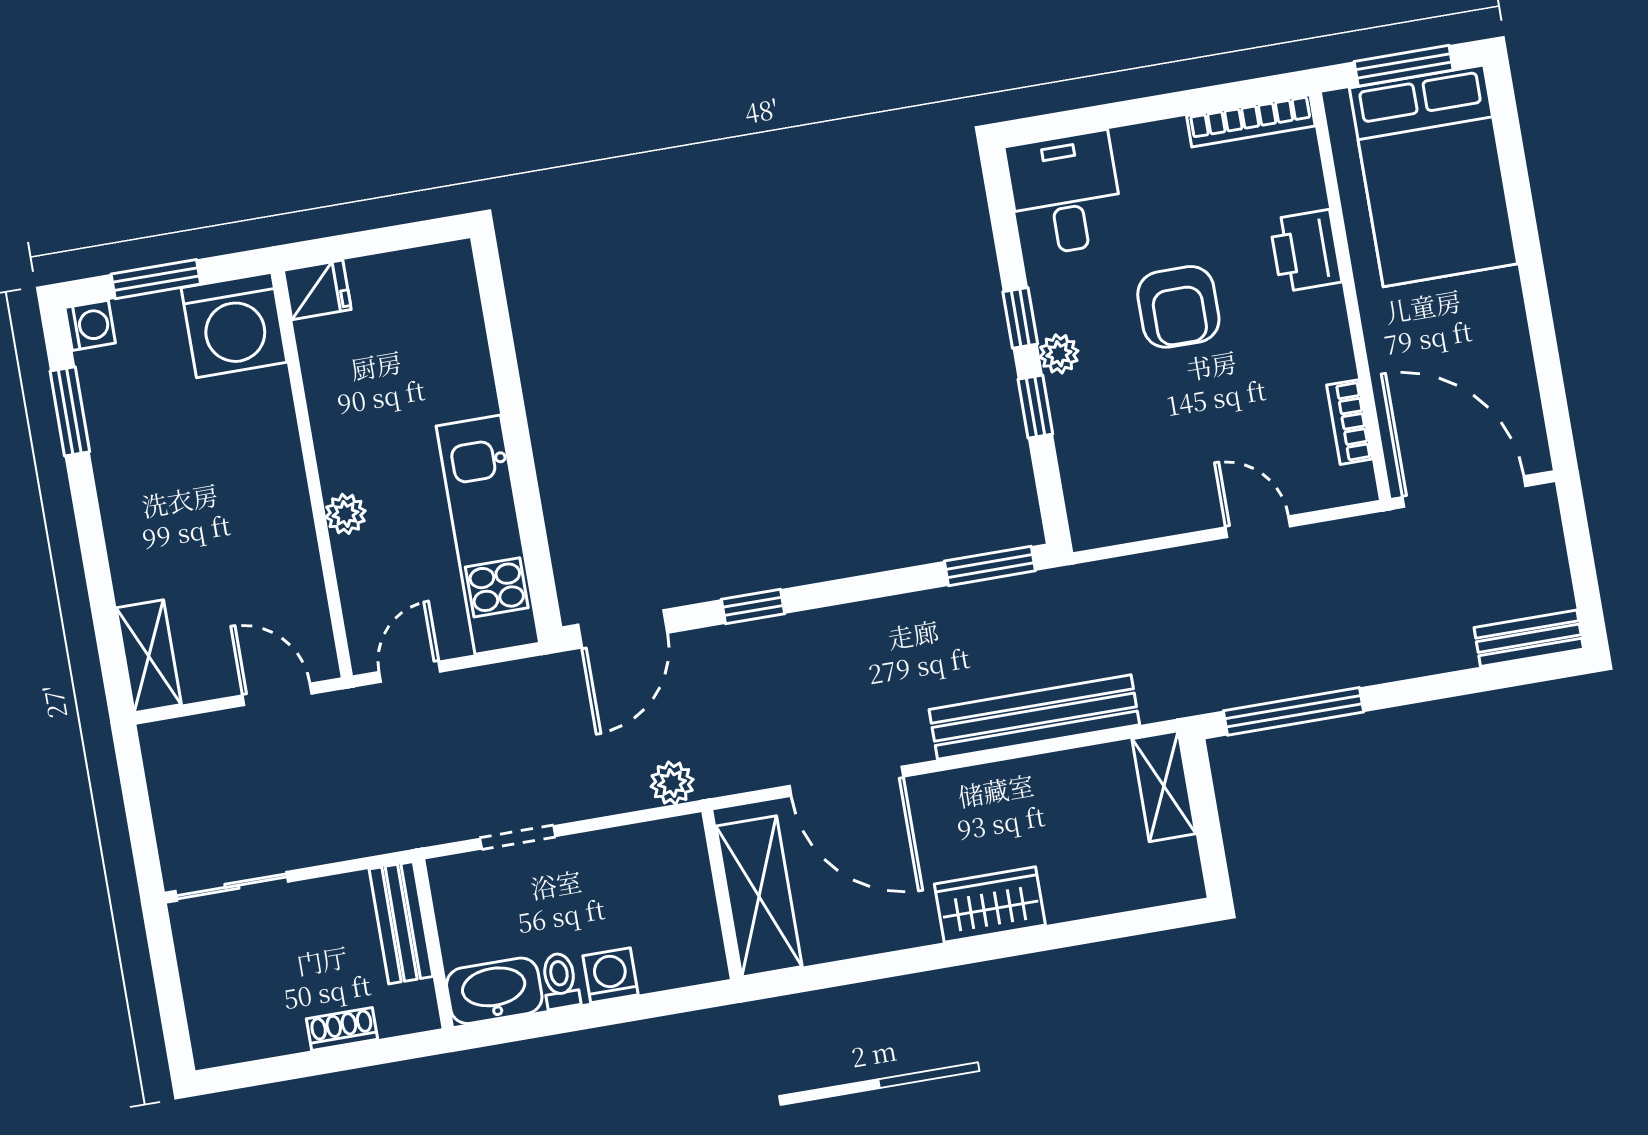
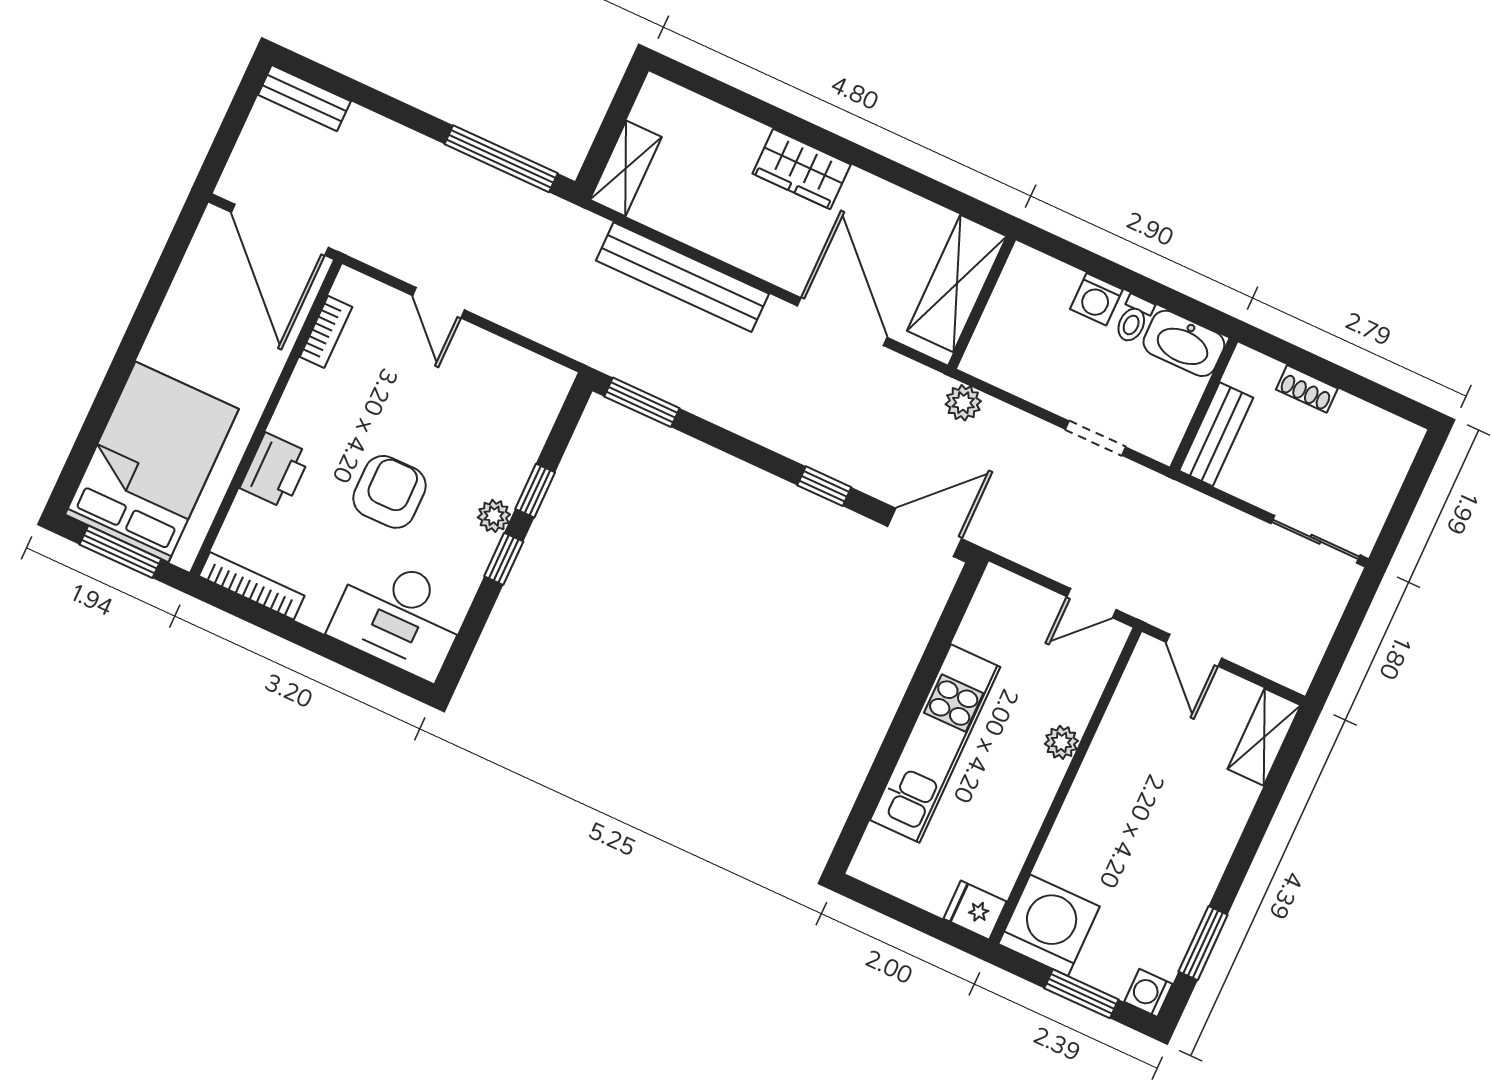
desk: (1065, 194) -> (399, 616), width x1.37
kitchen unit: (488, 535) -> (935, 744), moved

